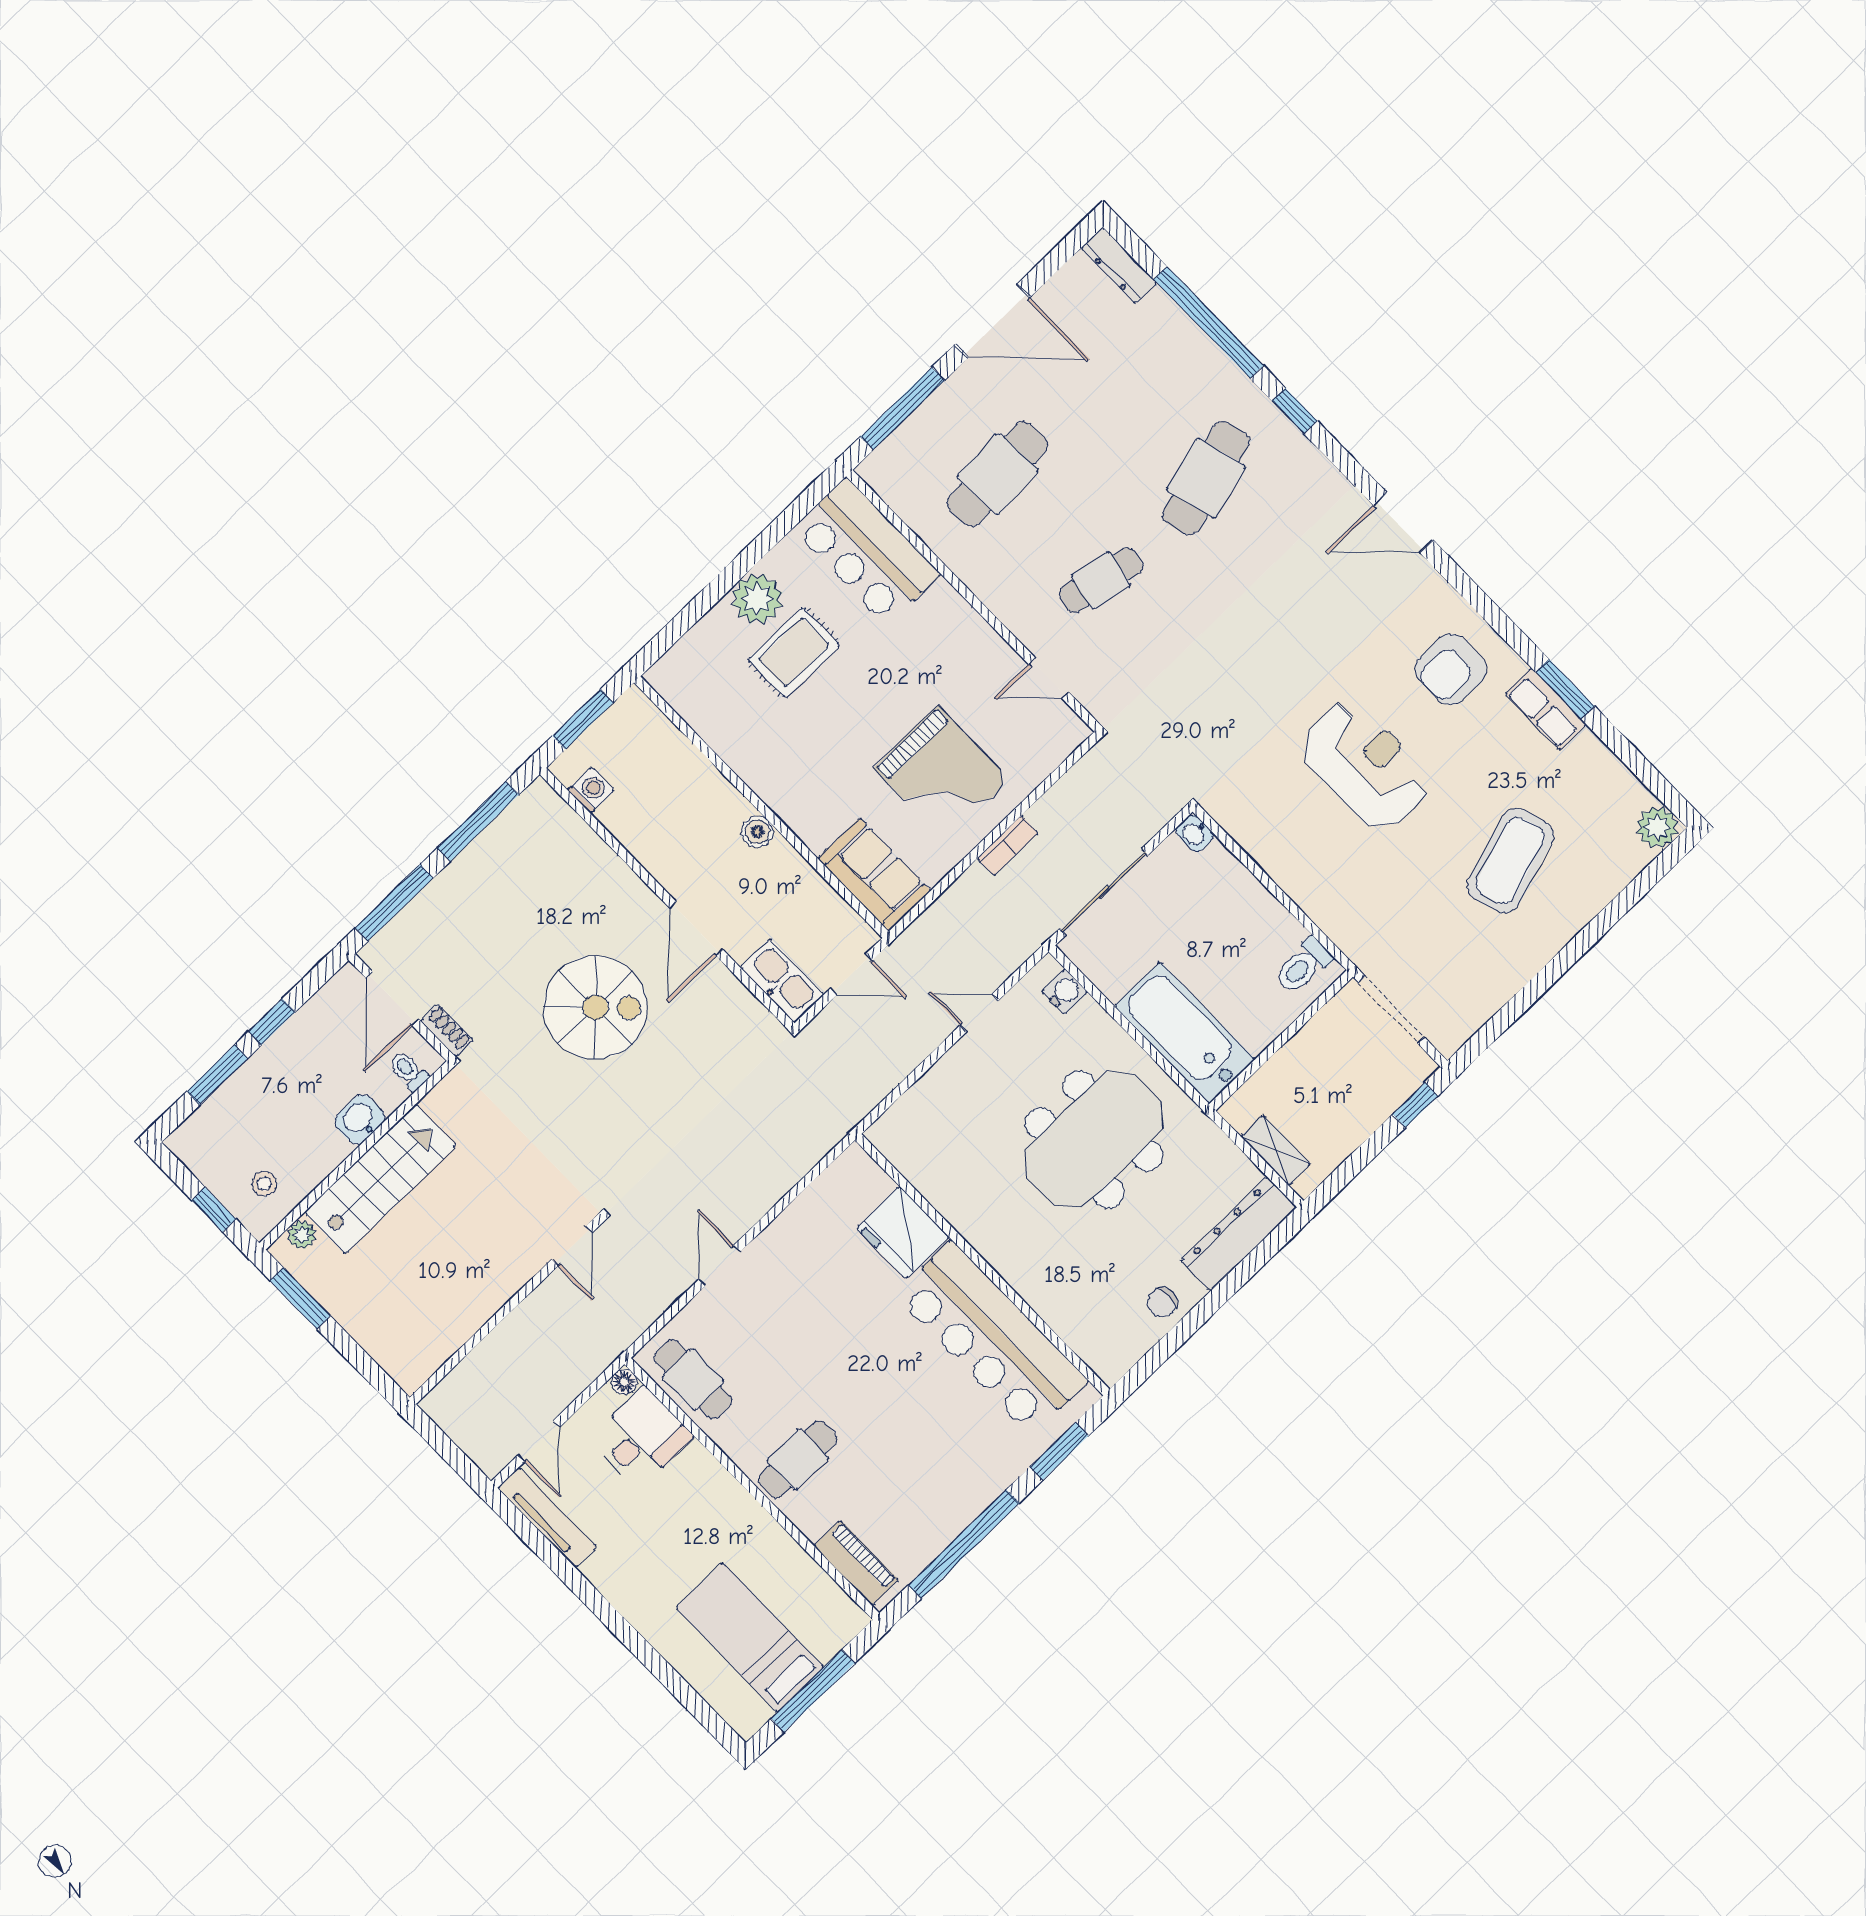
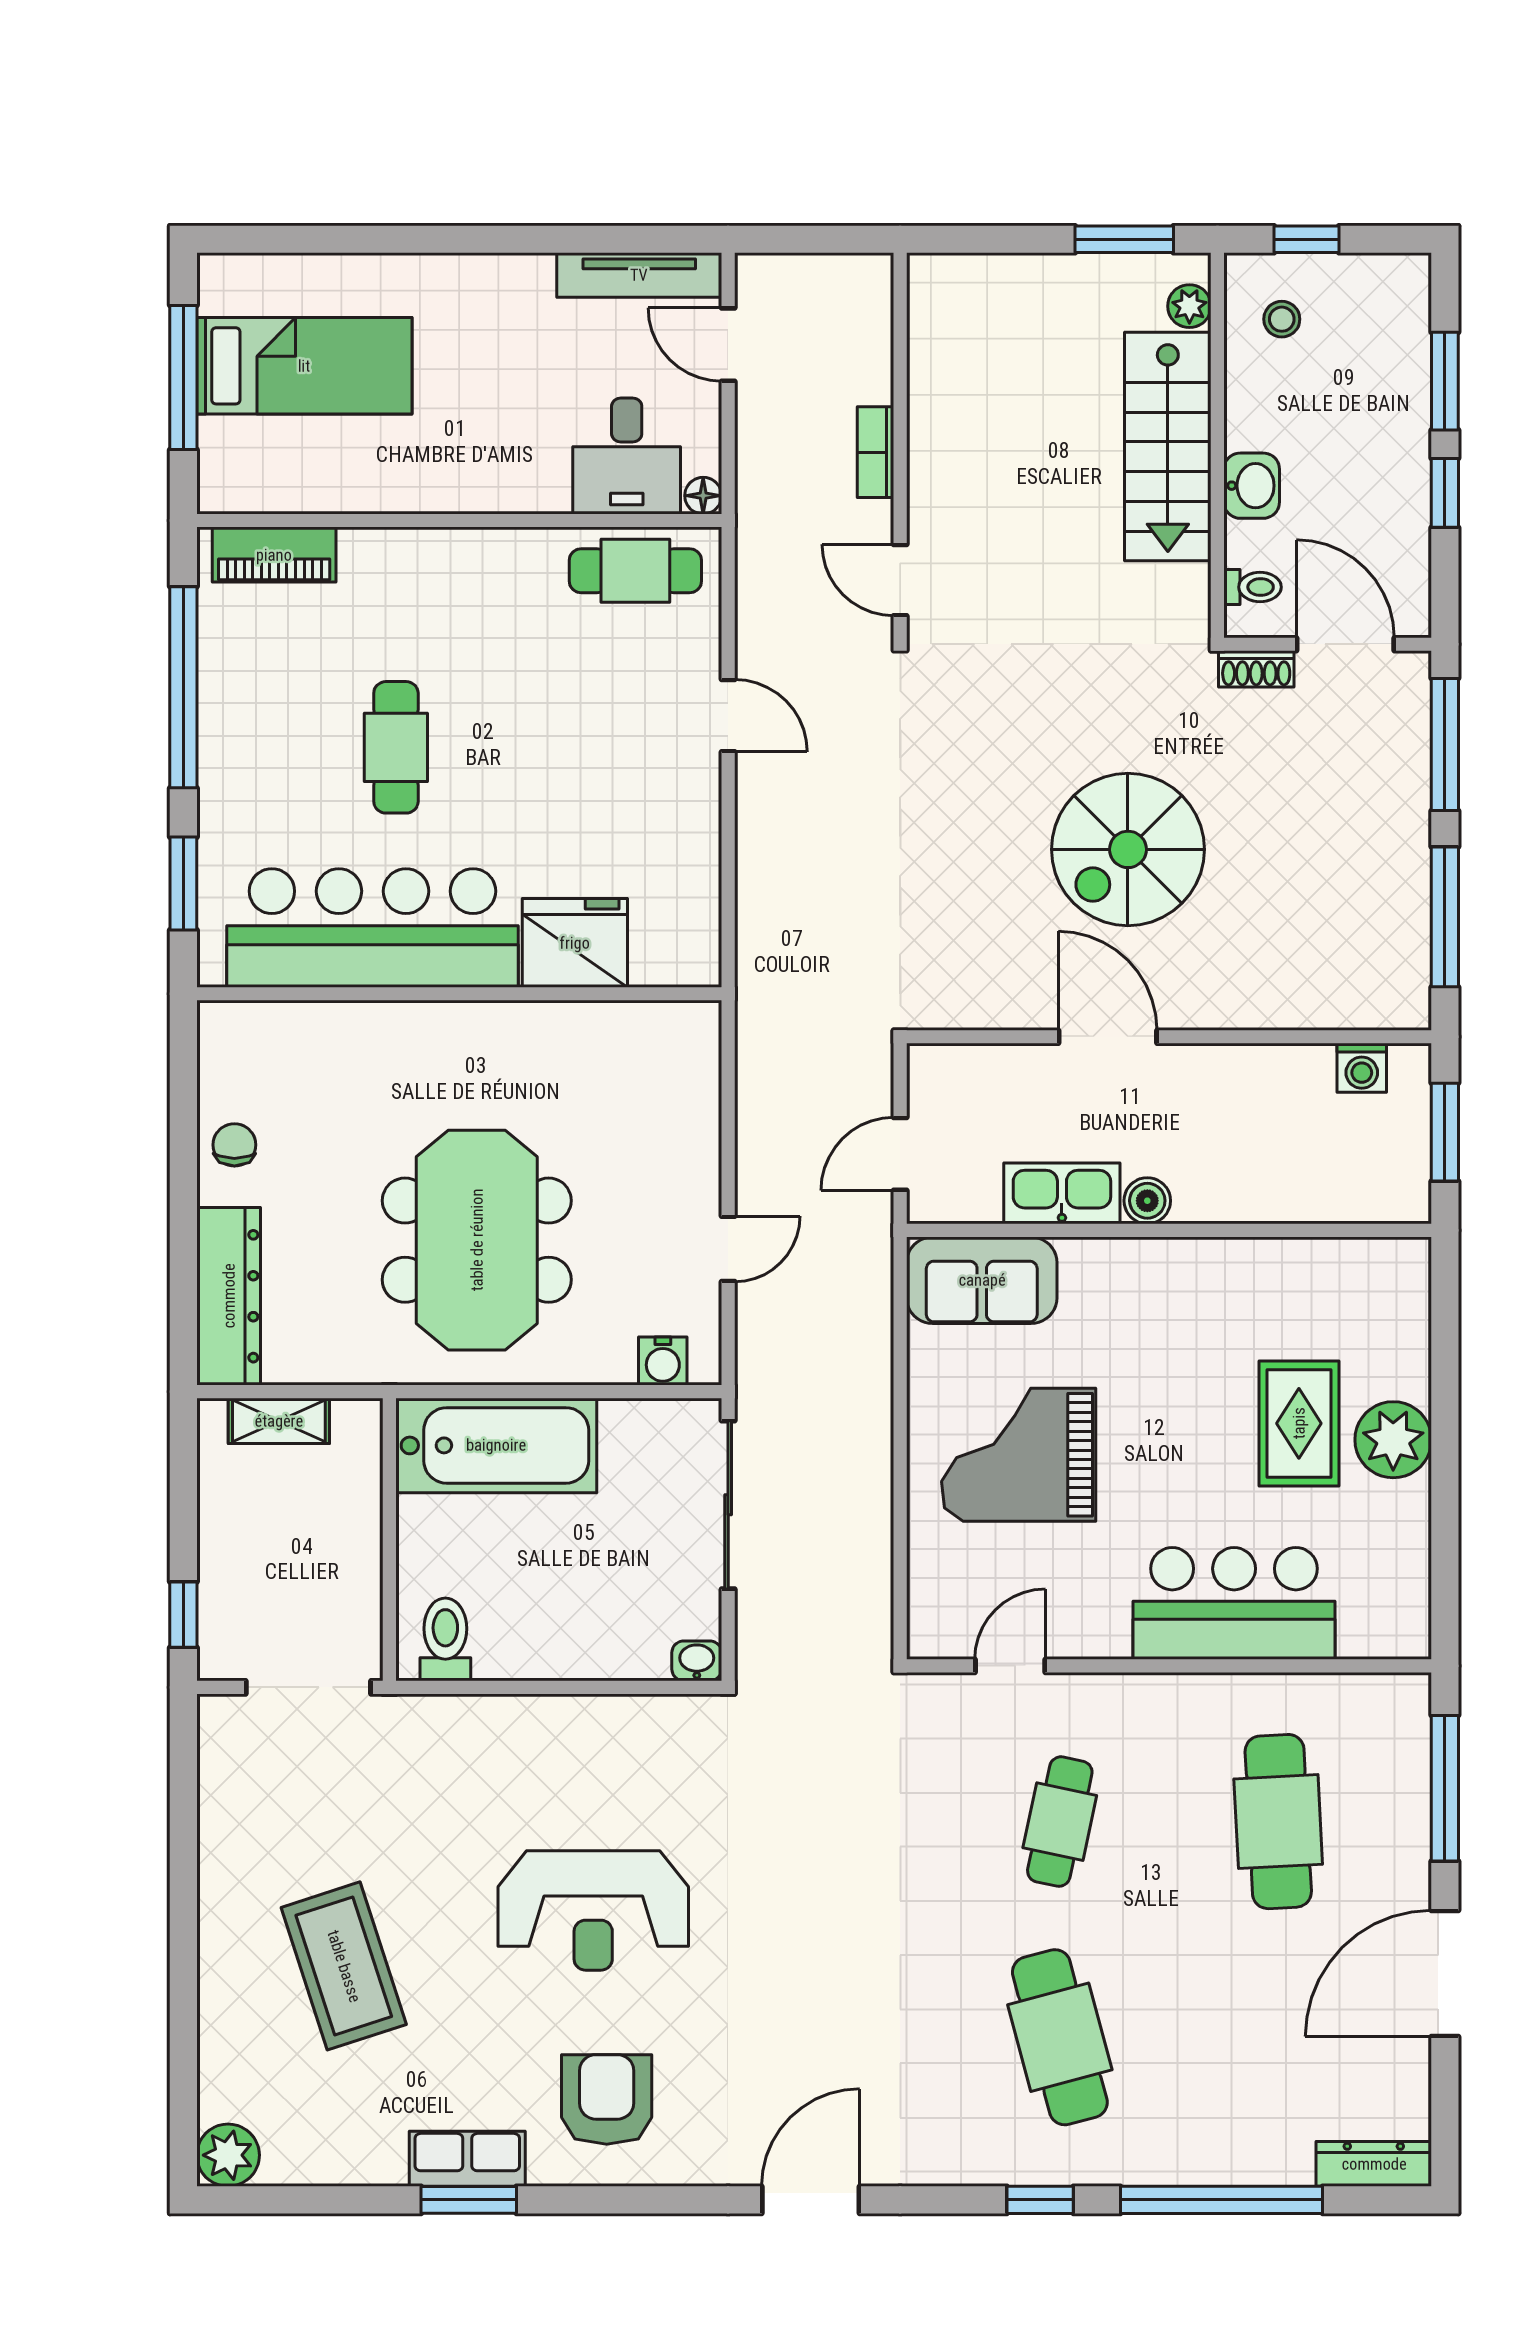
bar counter: (867, 552) -> (1234, 1603), moved
bookcase: (1008, 846) -> (876, 452), moved
kitchen sink: (782, 981) -> (1062, 1193), moved, turned 180
cafe table: (798, 1459) -> (396, 747), moved

